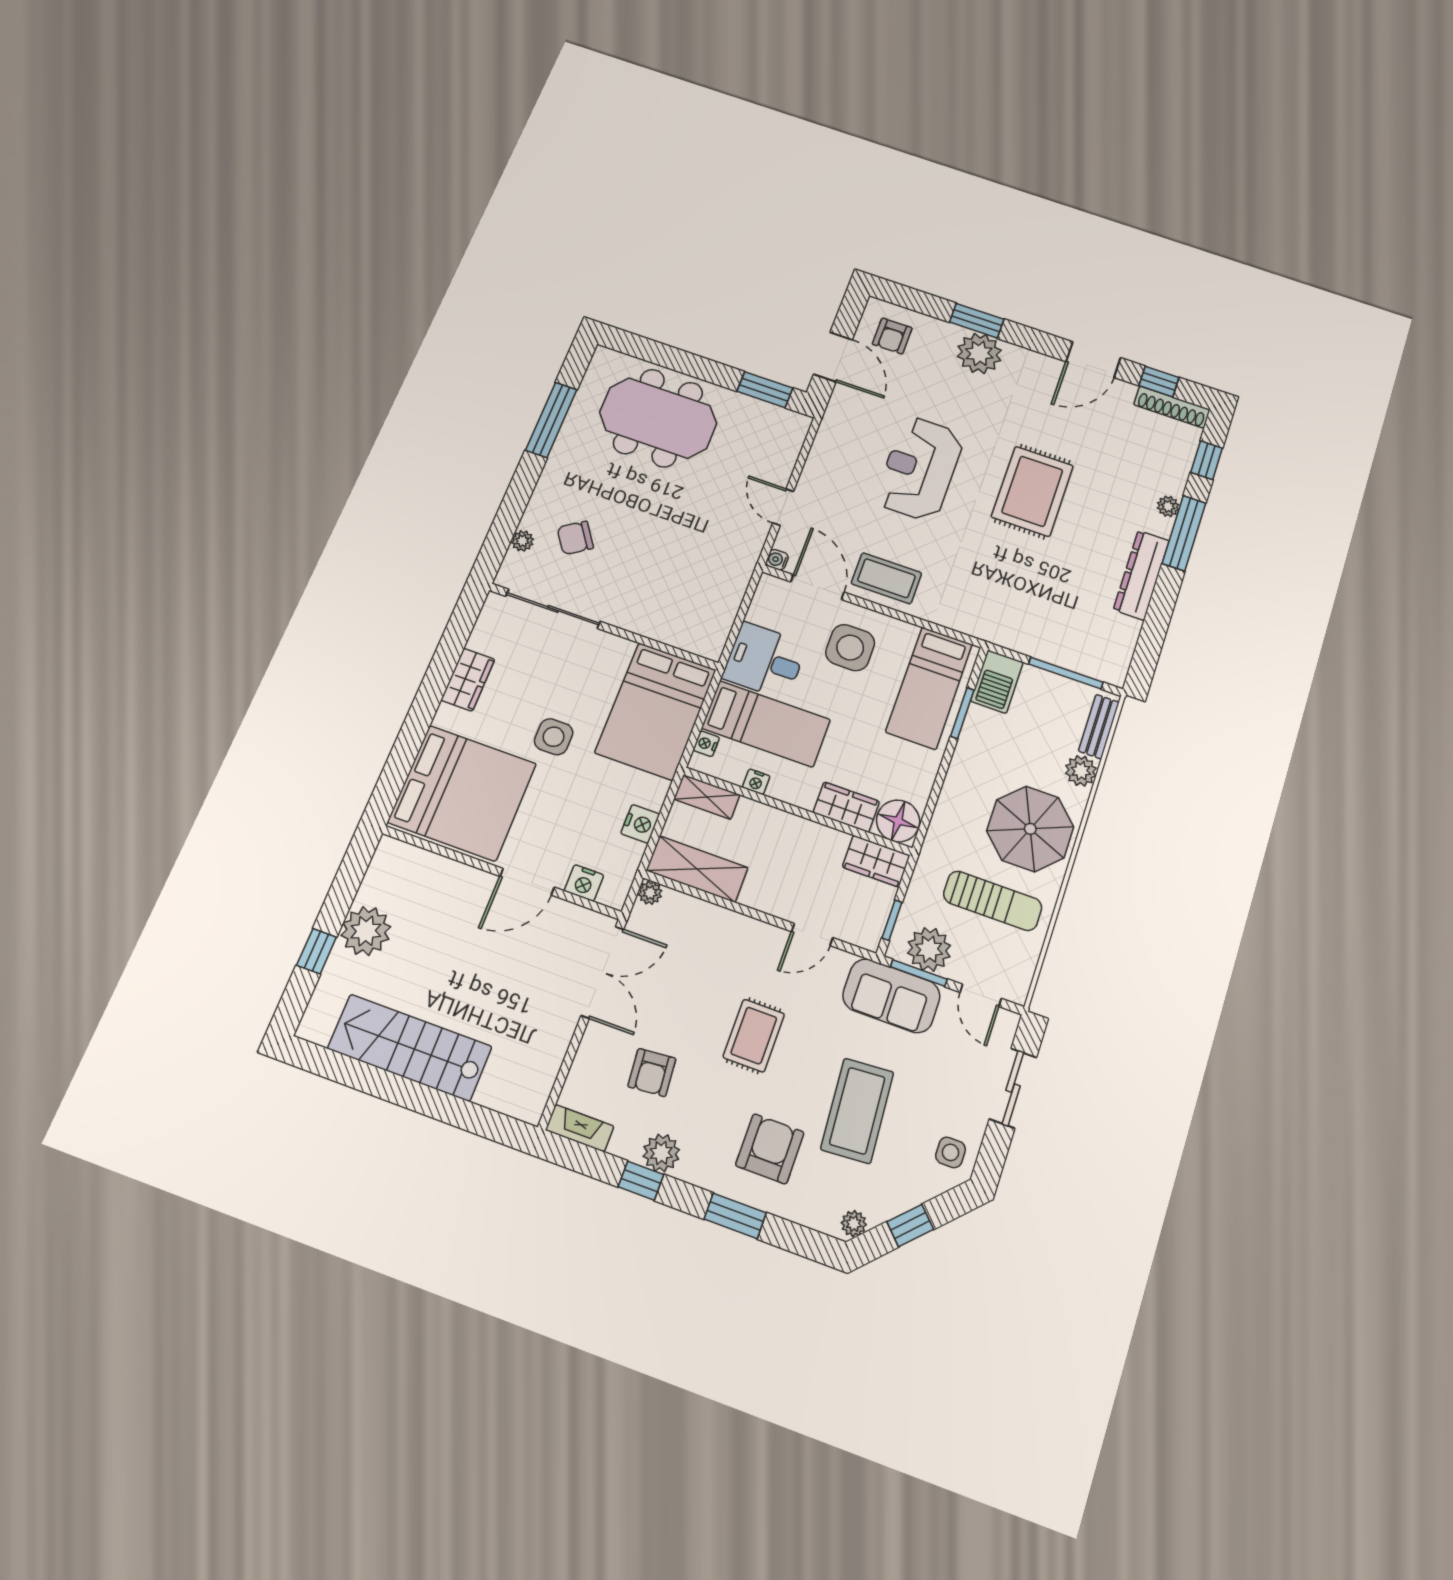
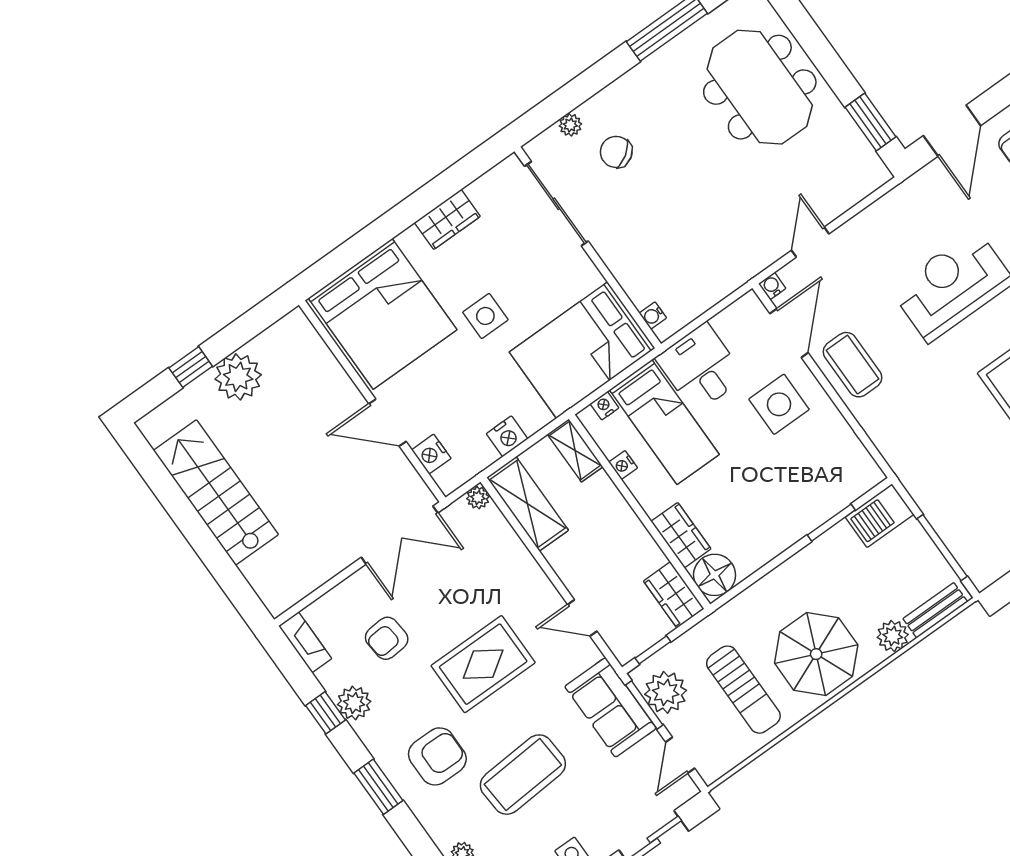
water cooler: (696, 645) -> (653, 316), added
bed: (929, 688) -> (819, 483), removed
rug: (754, 1036) -> (483, 664), width x1.36, depth x1.43

